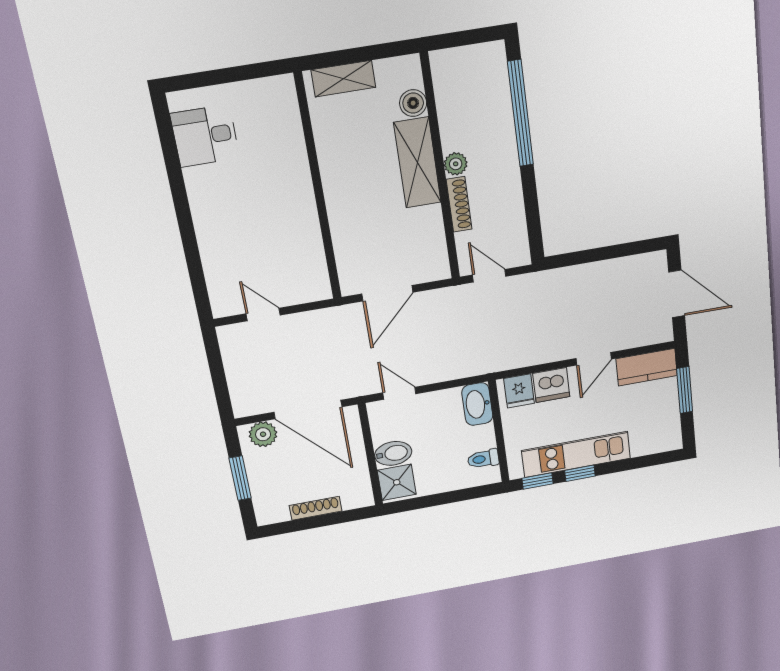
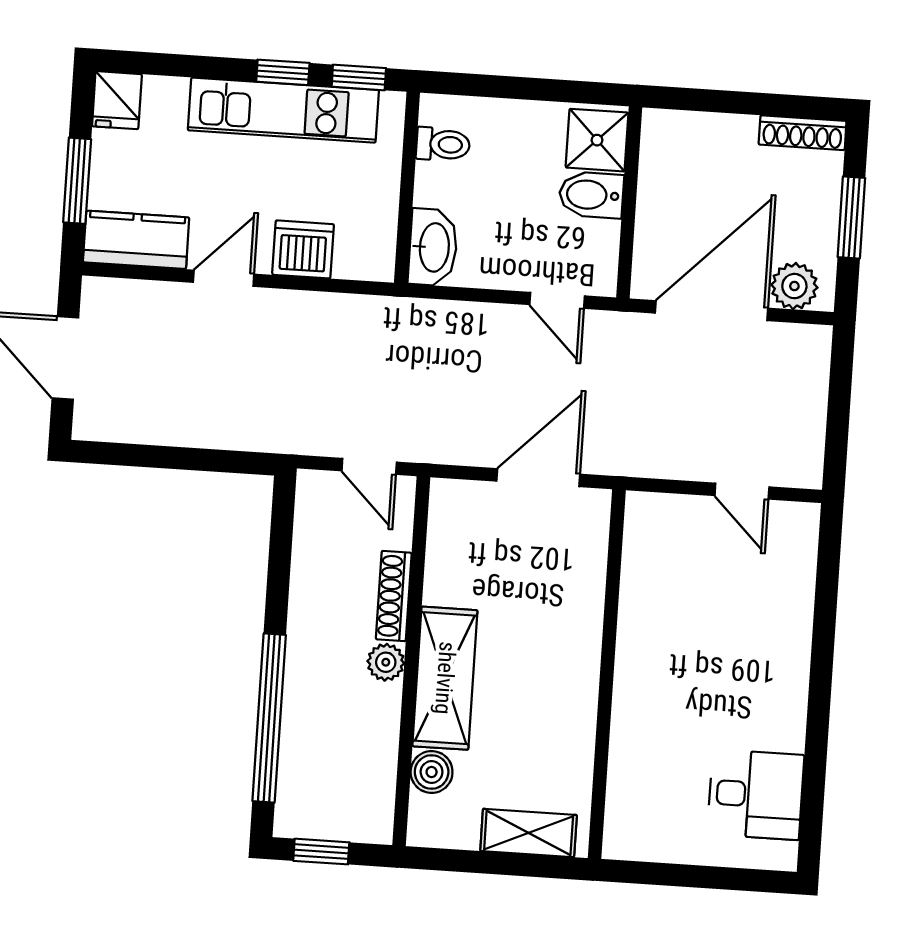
window: (472, 37) -> (321, 852), added
fridge: (519, 391) -> (117, 100), moved, turned 180
door: (308, 409) -> (711, 311), hinge flipped
shoe rack: (316, 508) -> (803, 133), moved

